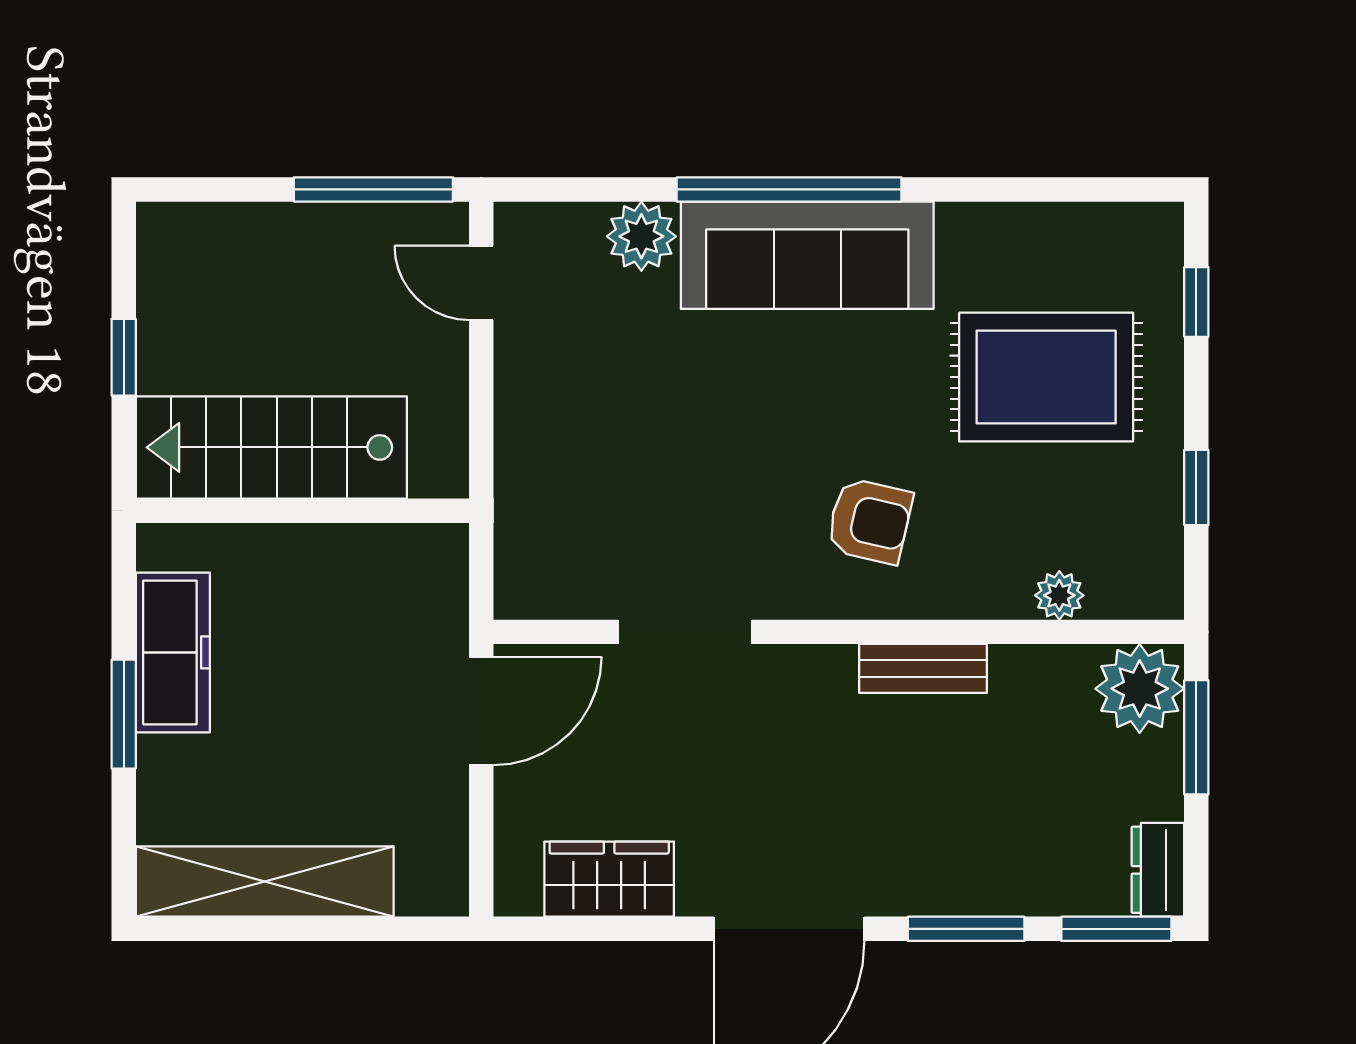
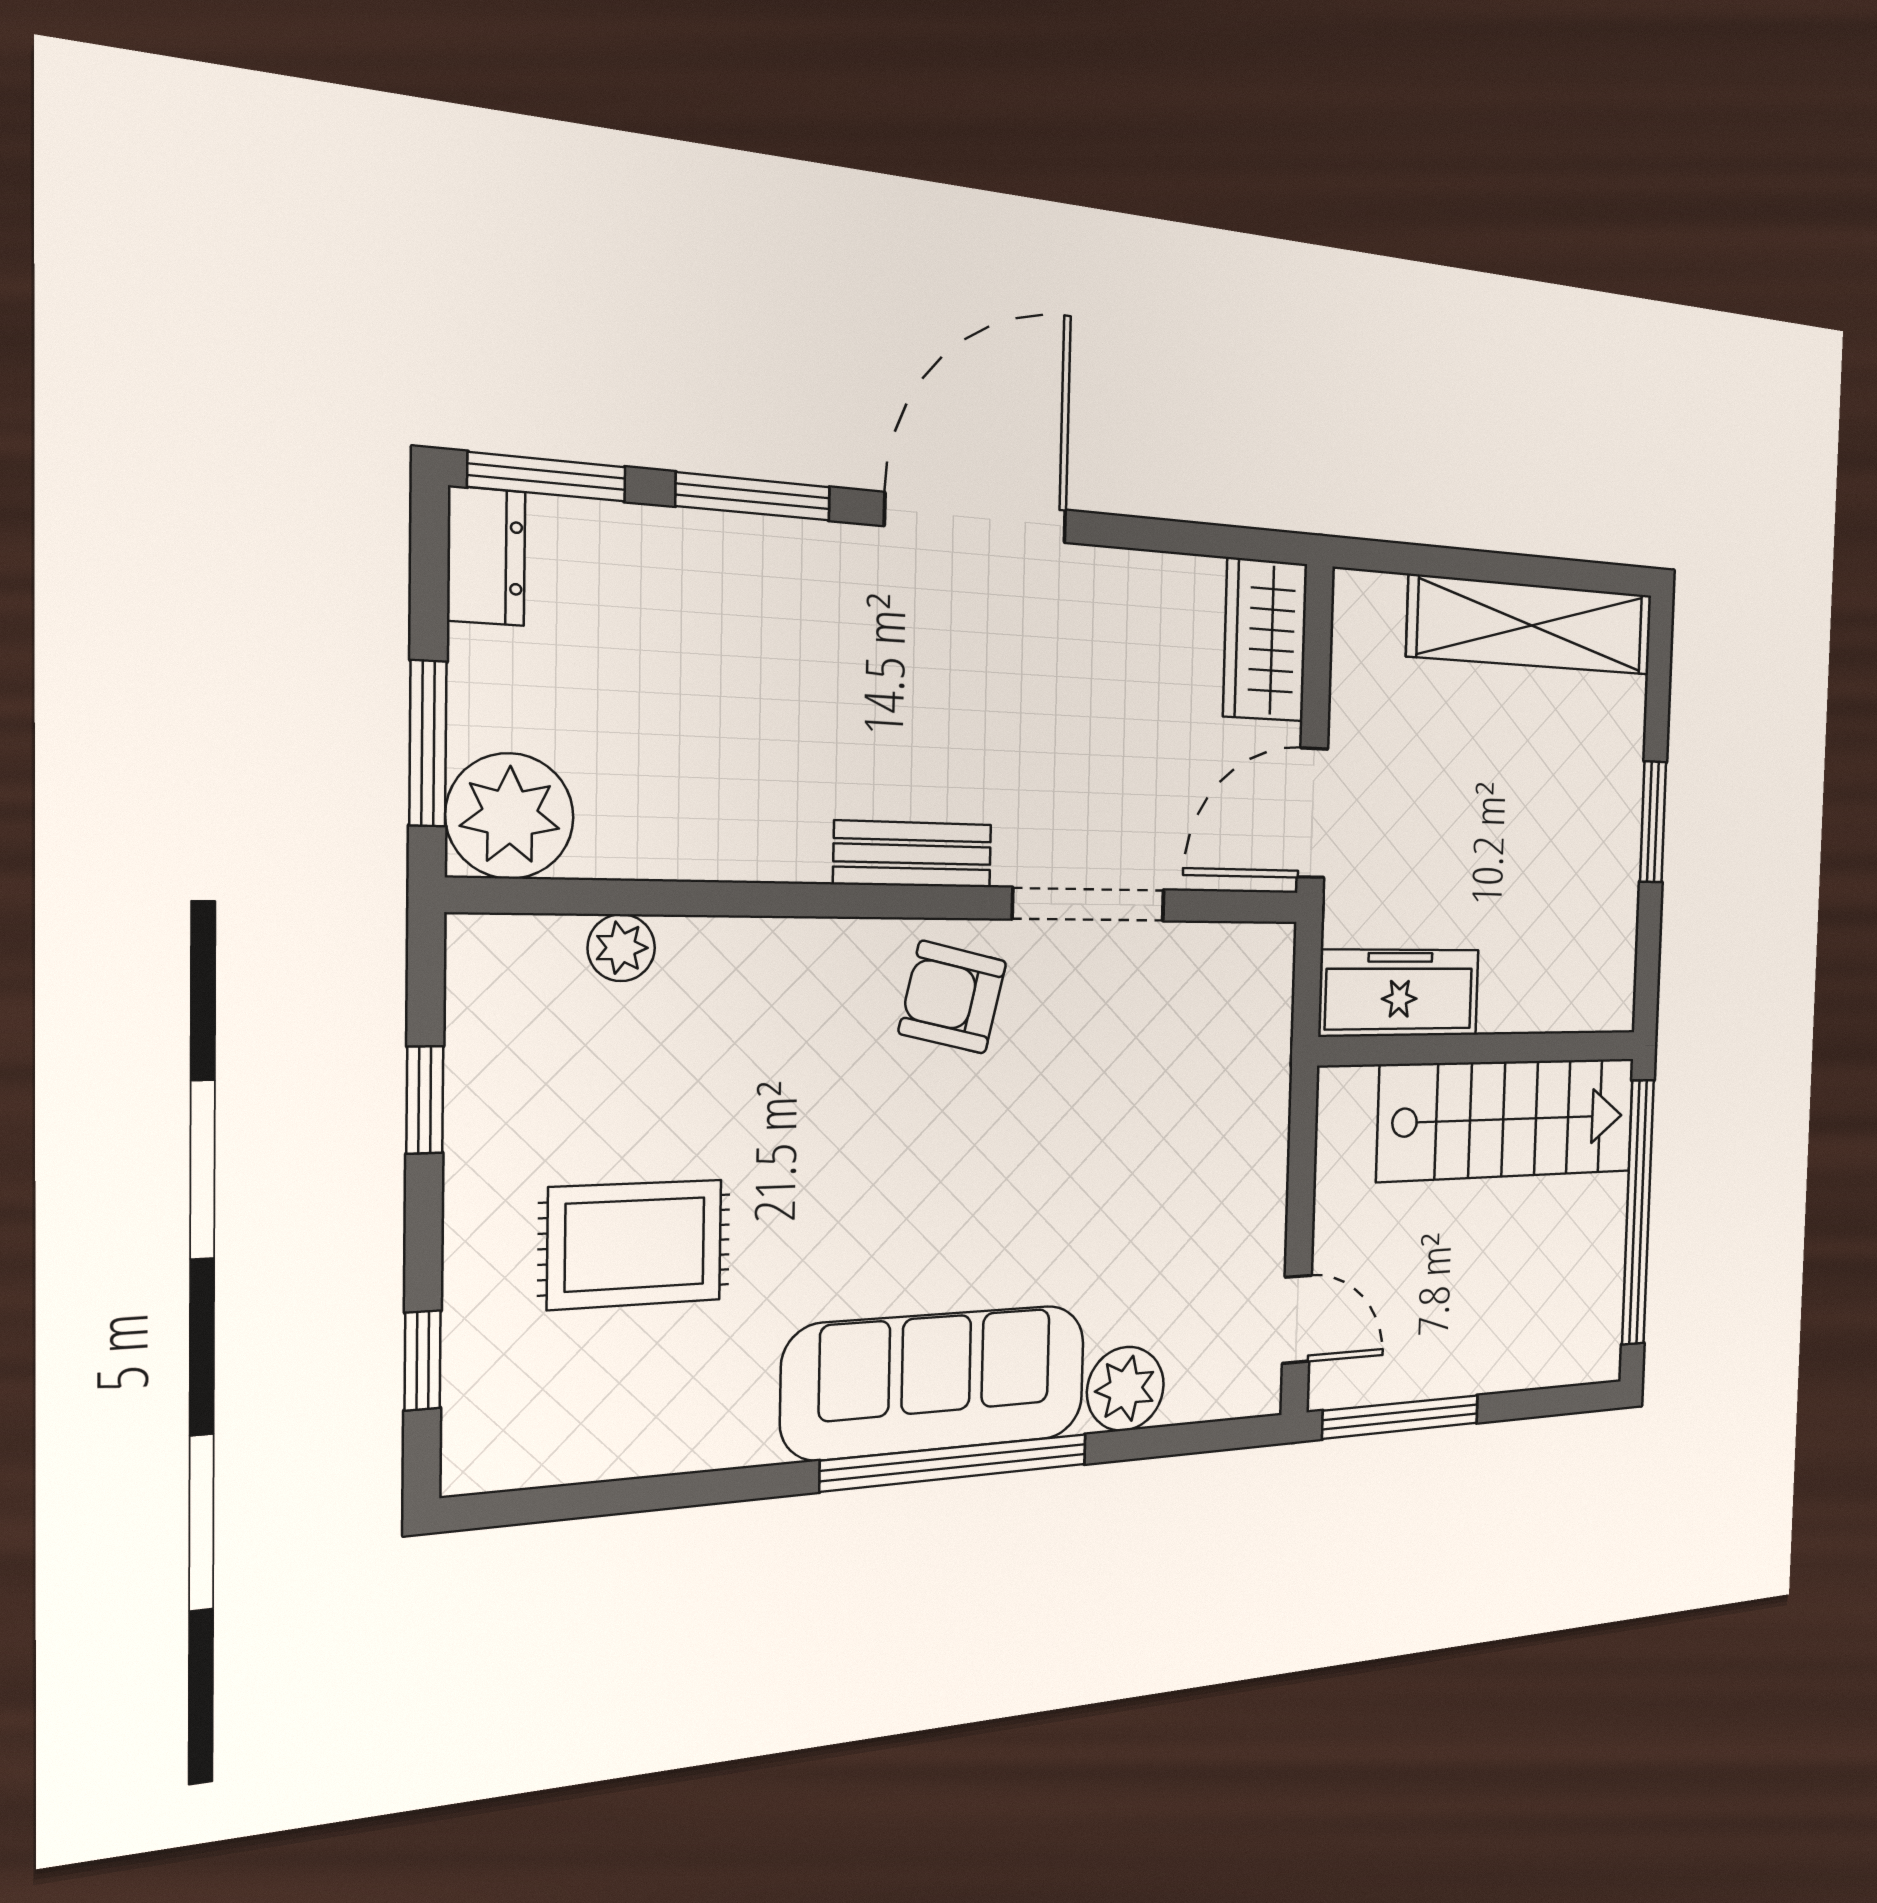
window: (124, 357) -> (1638, 1212), width x3.17
rug: (1046, 377) -> (635, 1244), width x0.73, depth x0.70
armchair: (869, 521) -> (953, 997), moved
freezer: (173, 652) -> (1399, 993), moved, turned 90
bench: (923, 668) -> (913, 854), moved
wardrobe: (609, 879) -> (1265, 640), moved, turned 90

